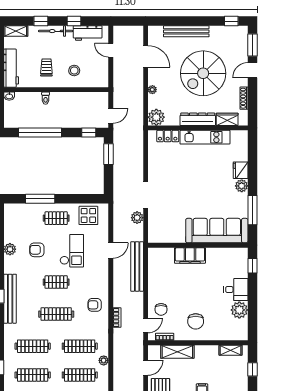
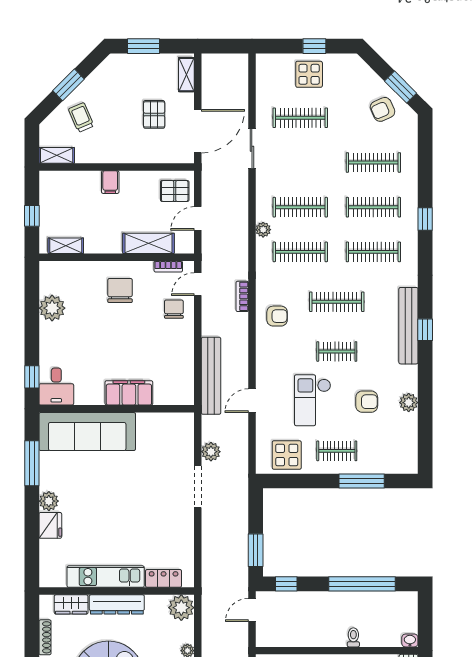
desk: (236, 289) -> (56, 387), moved, turned -90

